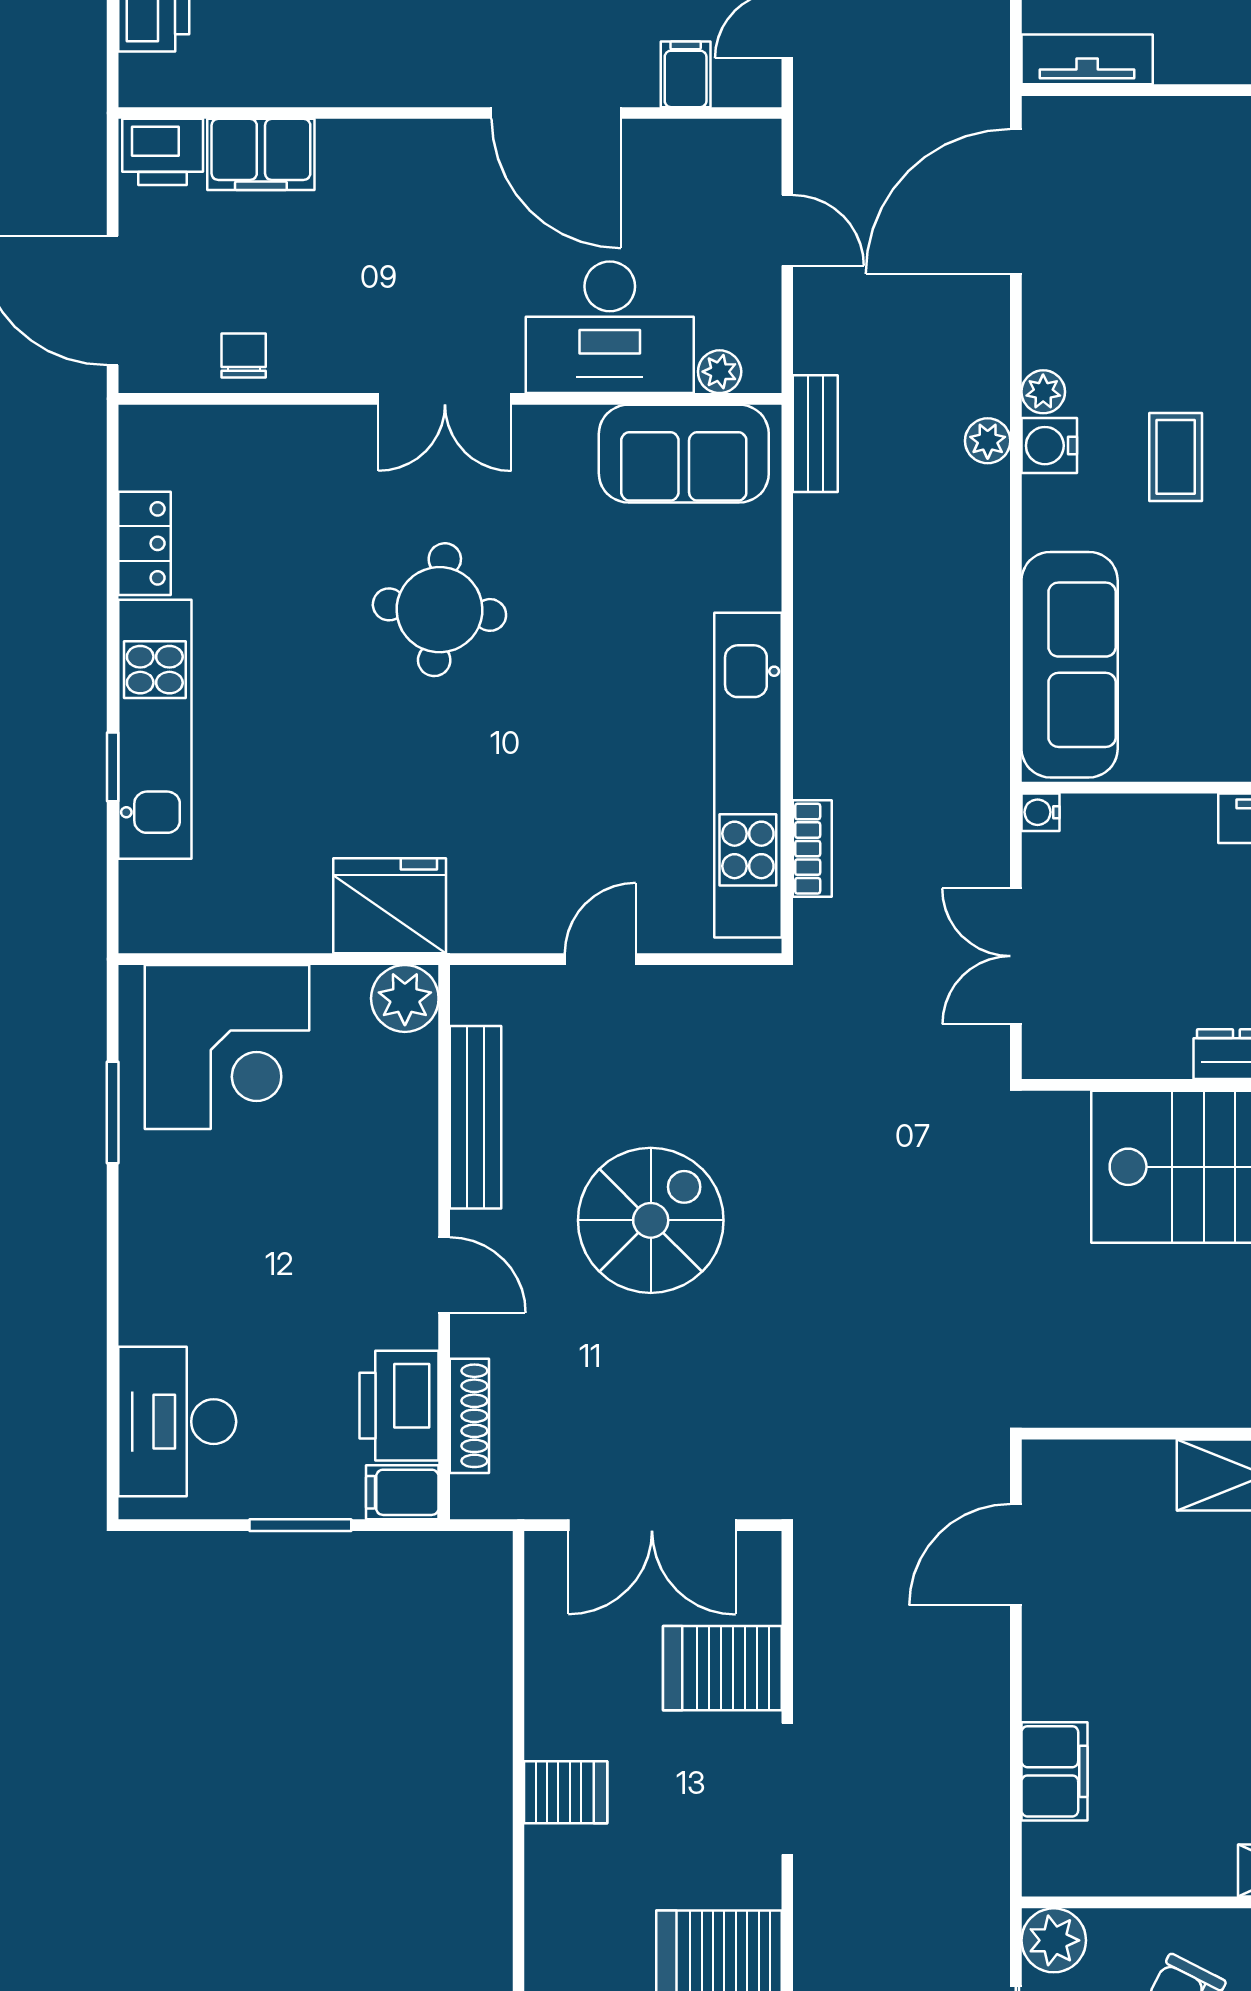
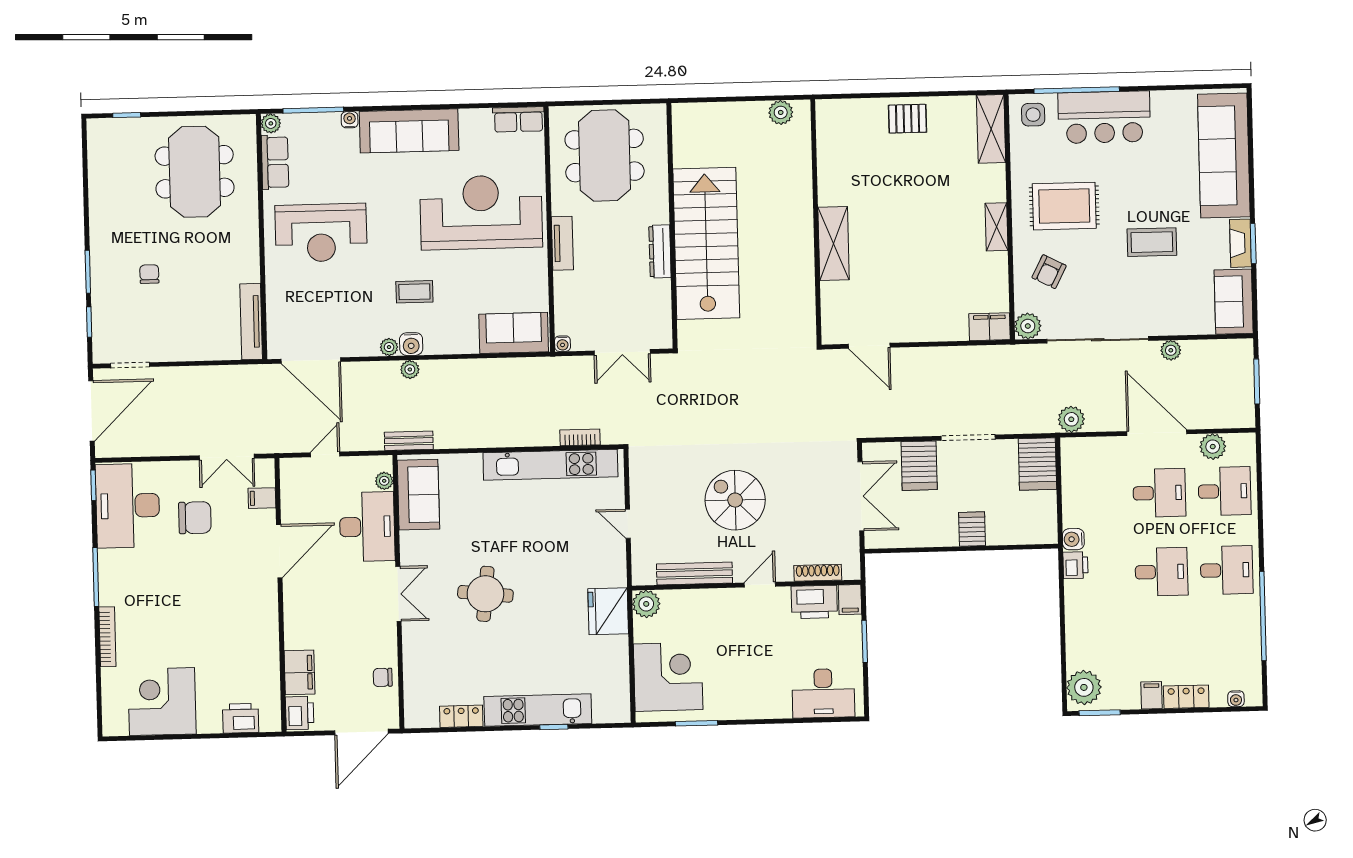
tv unit: (1087, 59) -> (251, 322), width x1.41
sofa: (1070, 665) -> (514, 333), width x0.73
filing cabinet: (1054, 1771) -> (990, 327), moved

